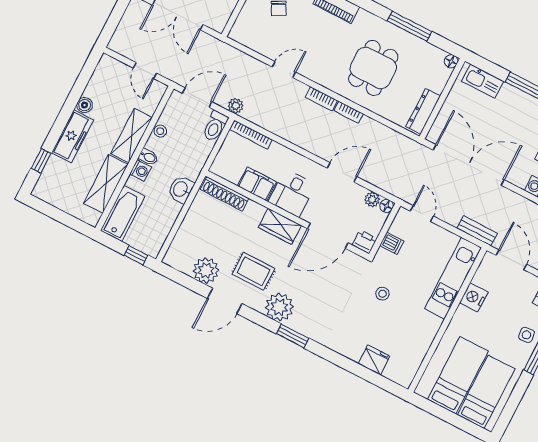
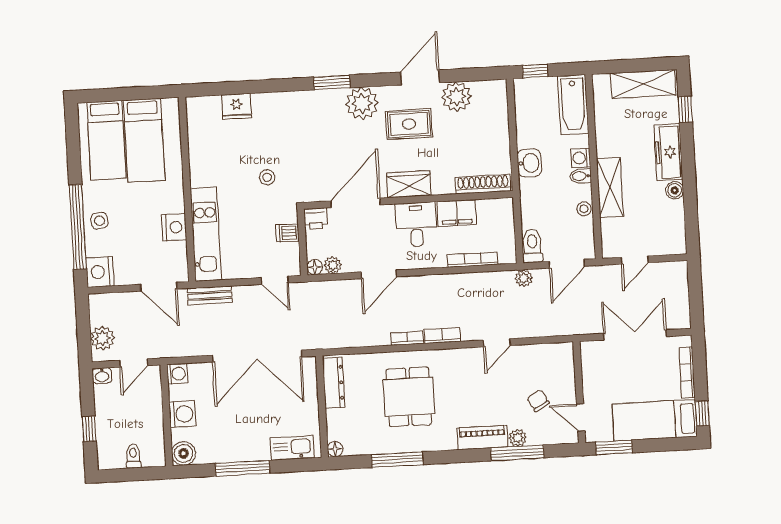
door: (145, 71) -> (635, 260), swing flipped
bookcase: (251, 135) -> (473, 260), moved
shelving: (106, 184) -> (643, 84), moved, turned 90

